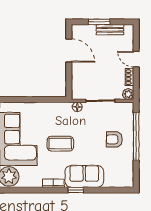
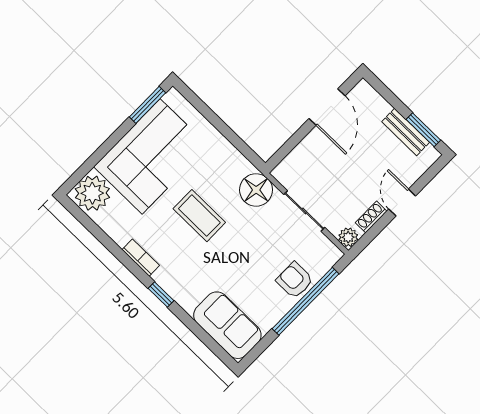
window: (99, 22) -> (423, 130), moved
floor lamp: (77, 107) -> (256, 190), width x1.89, depth x1.89
armchair: (114, 139) -> (295, 280), moved
sofa: (84, 176) -> (227, 325), moved

